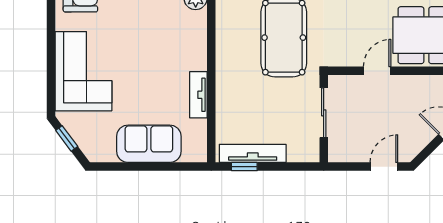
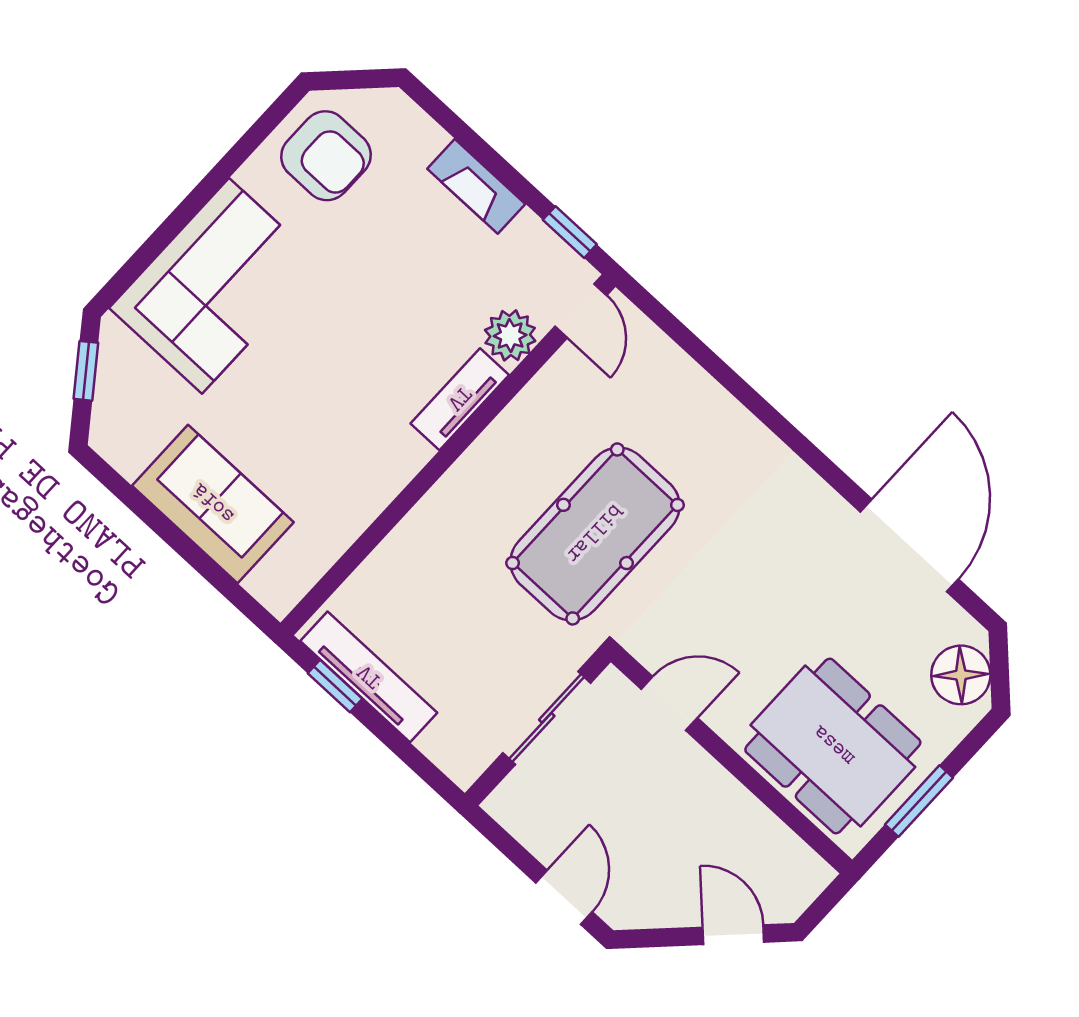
door: (377, 71) -> (669, 704), moved
tv unit: (198, 95) -> (460, 399), moved
door: (384, 167) -> (564, 897), hinge flipped

